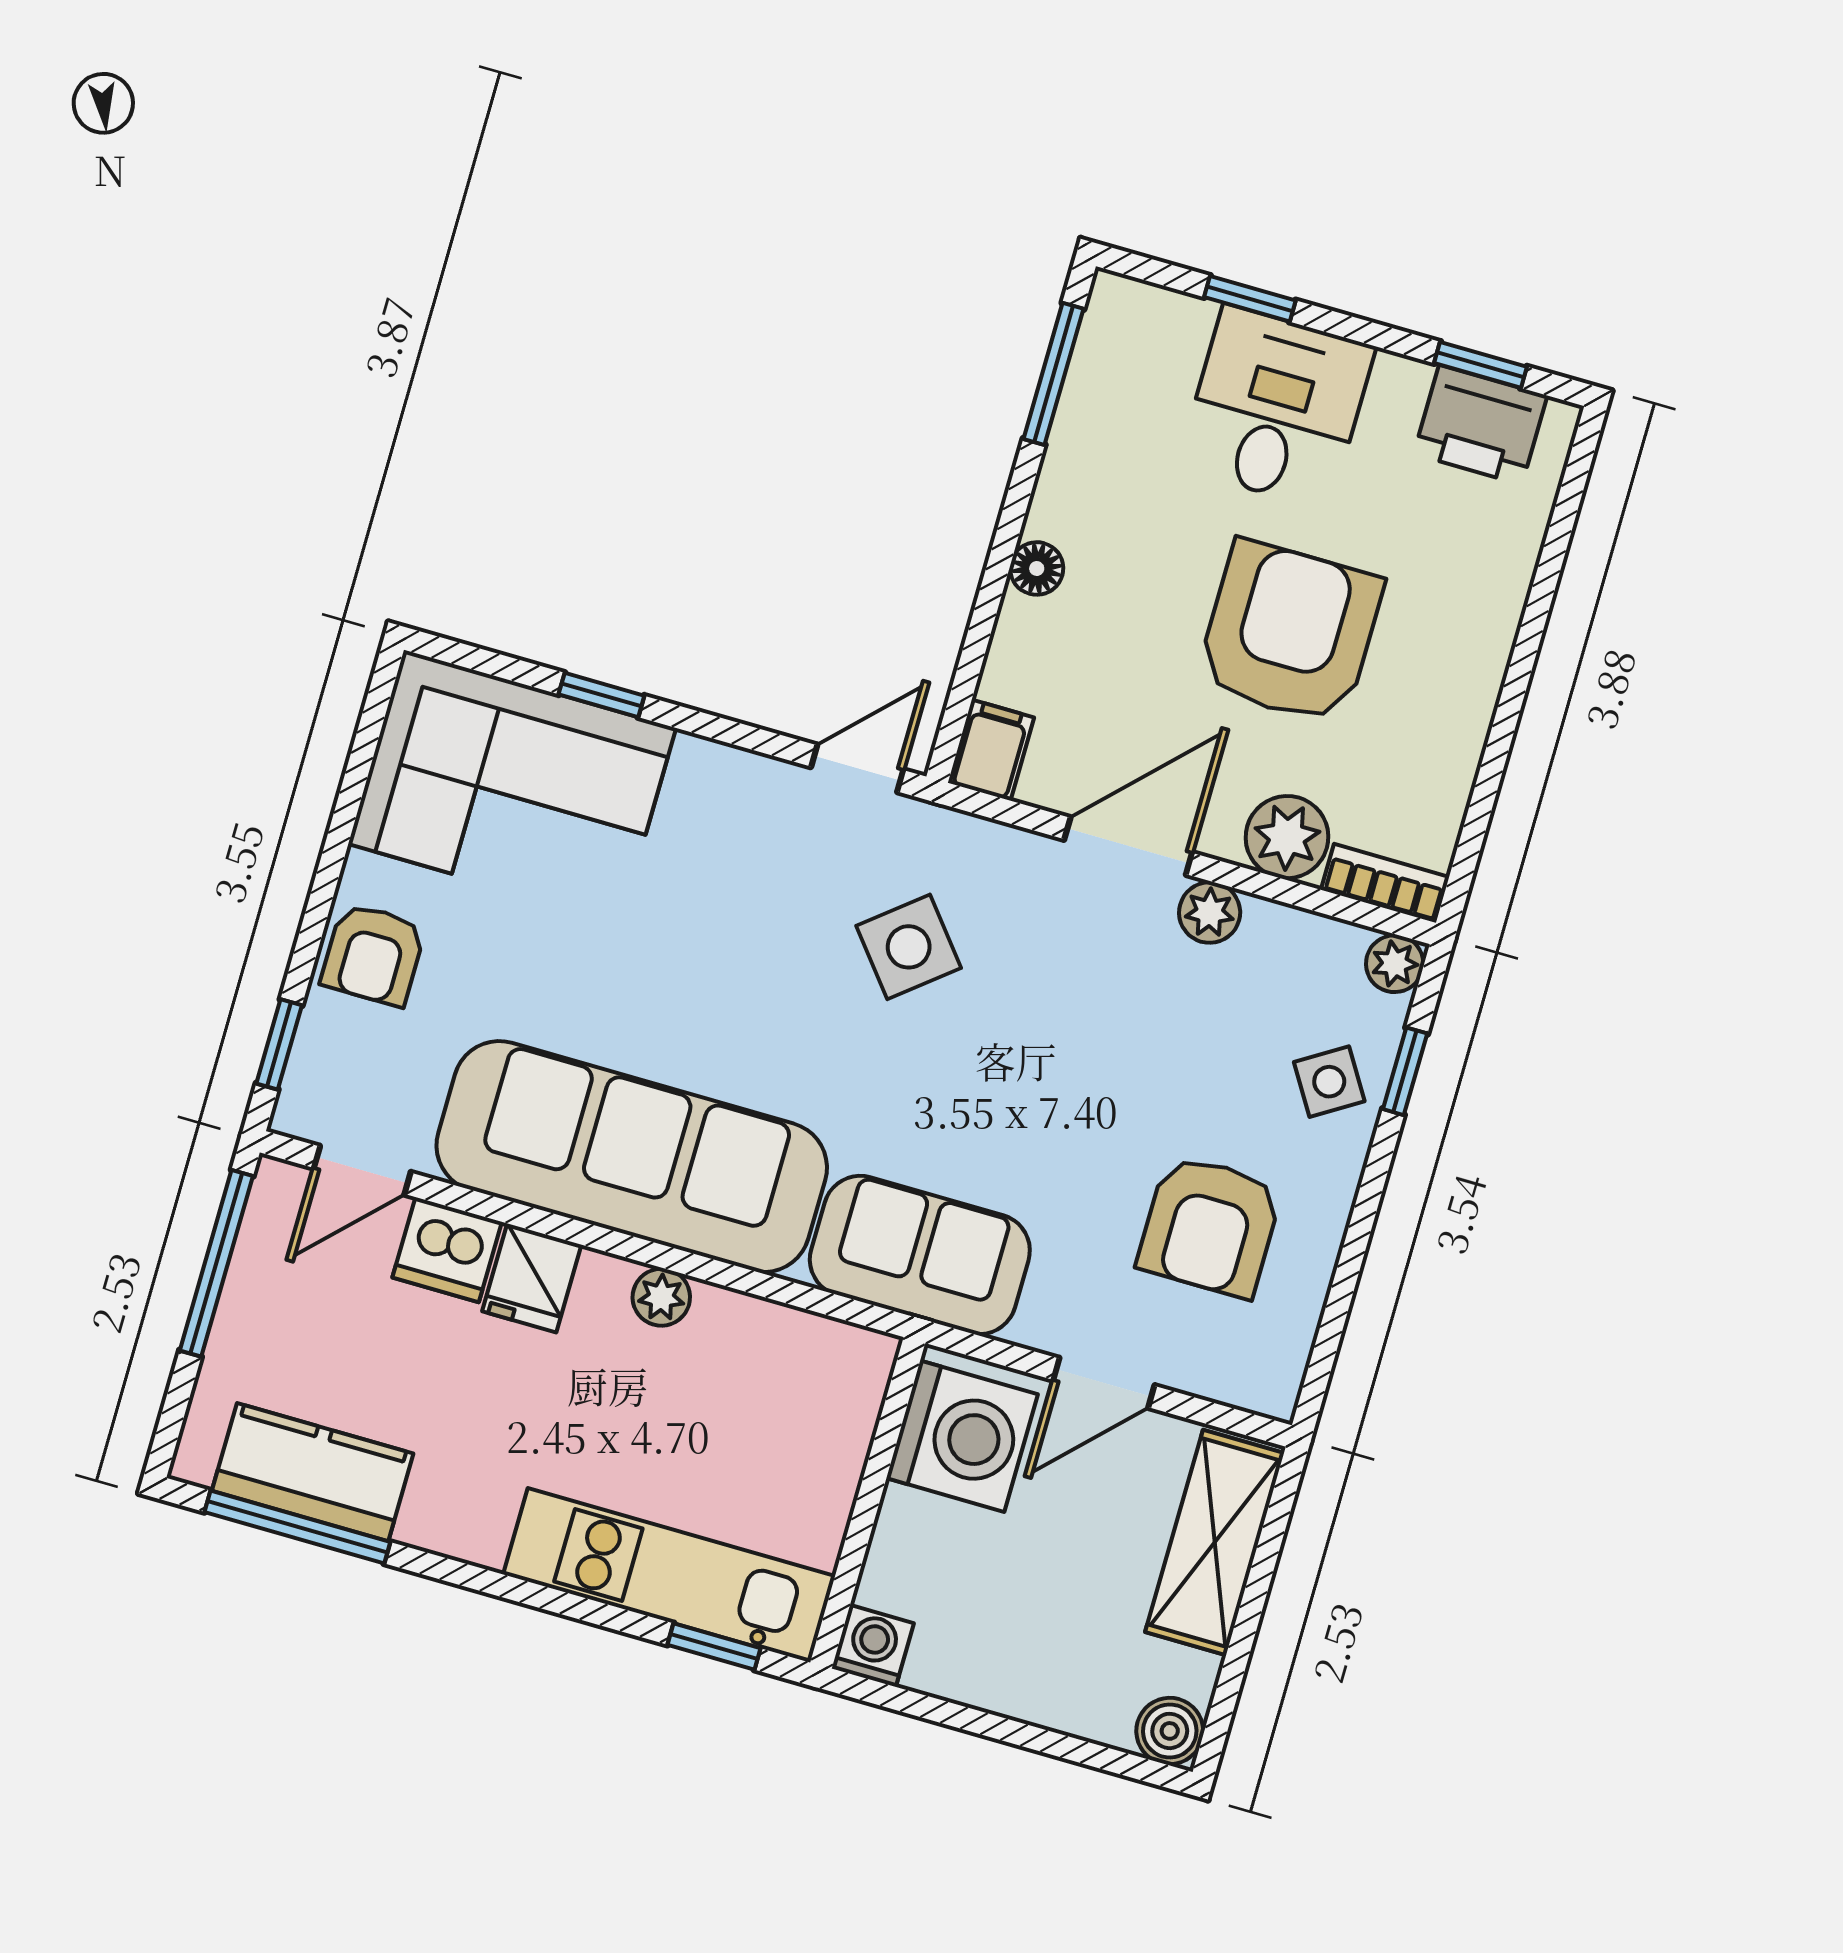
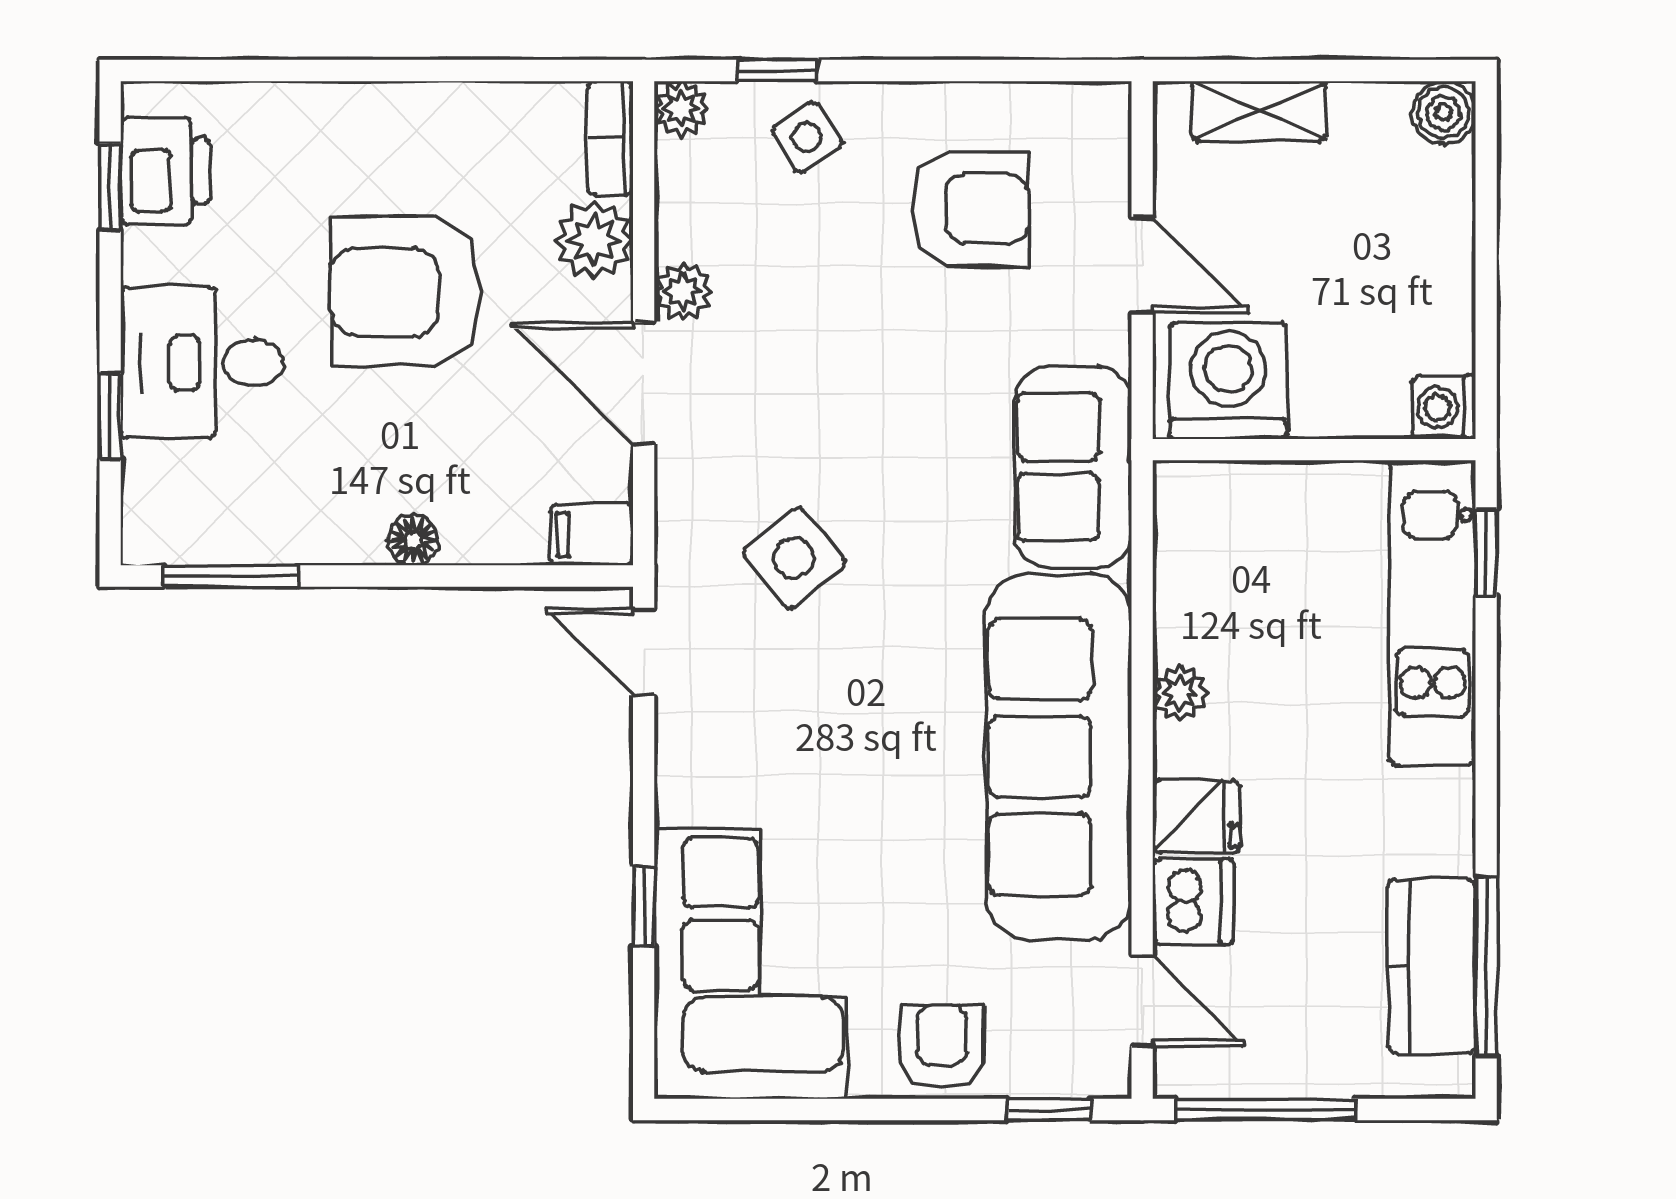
armchair: (373, 954) -> (941, 1047), turned -90
shelving: (1215, 1543) -> (1259, 111), width x0.67, depth x0.75

